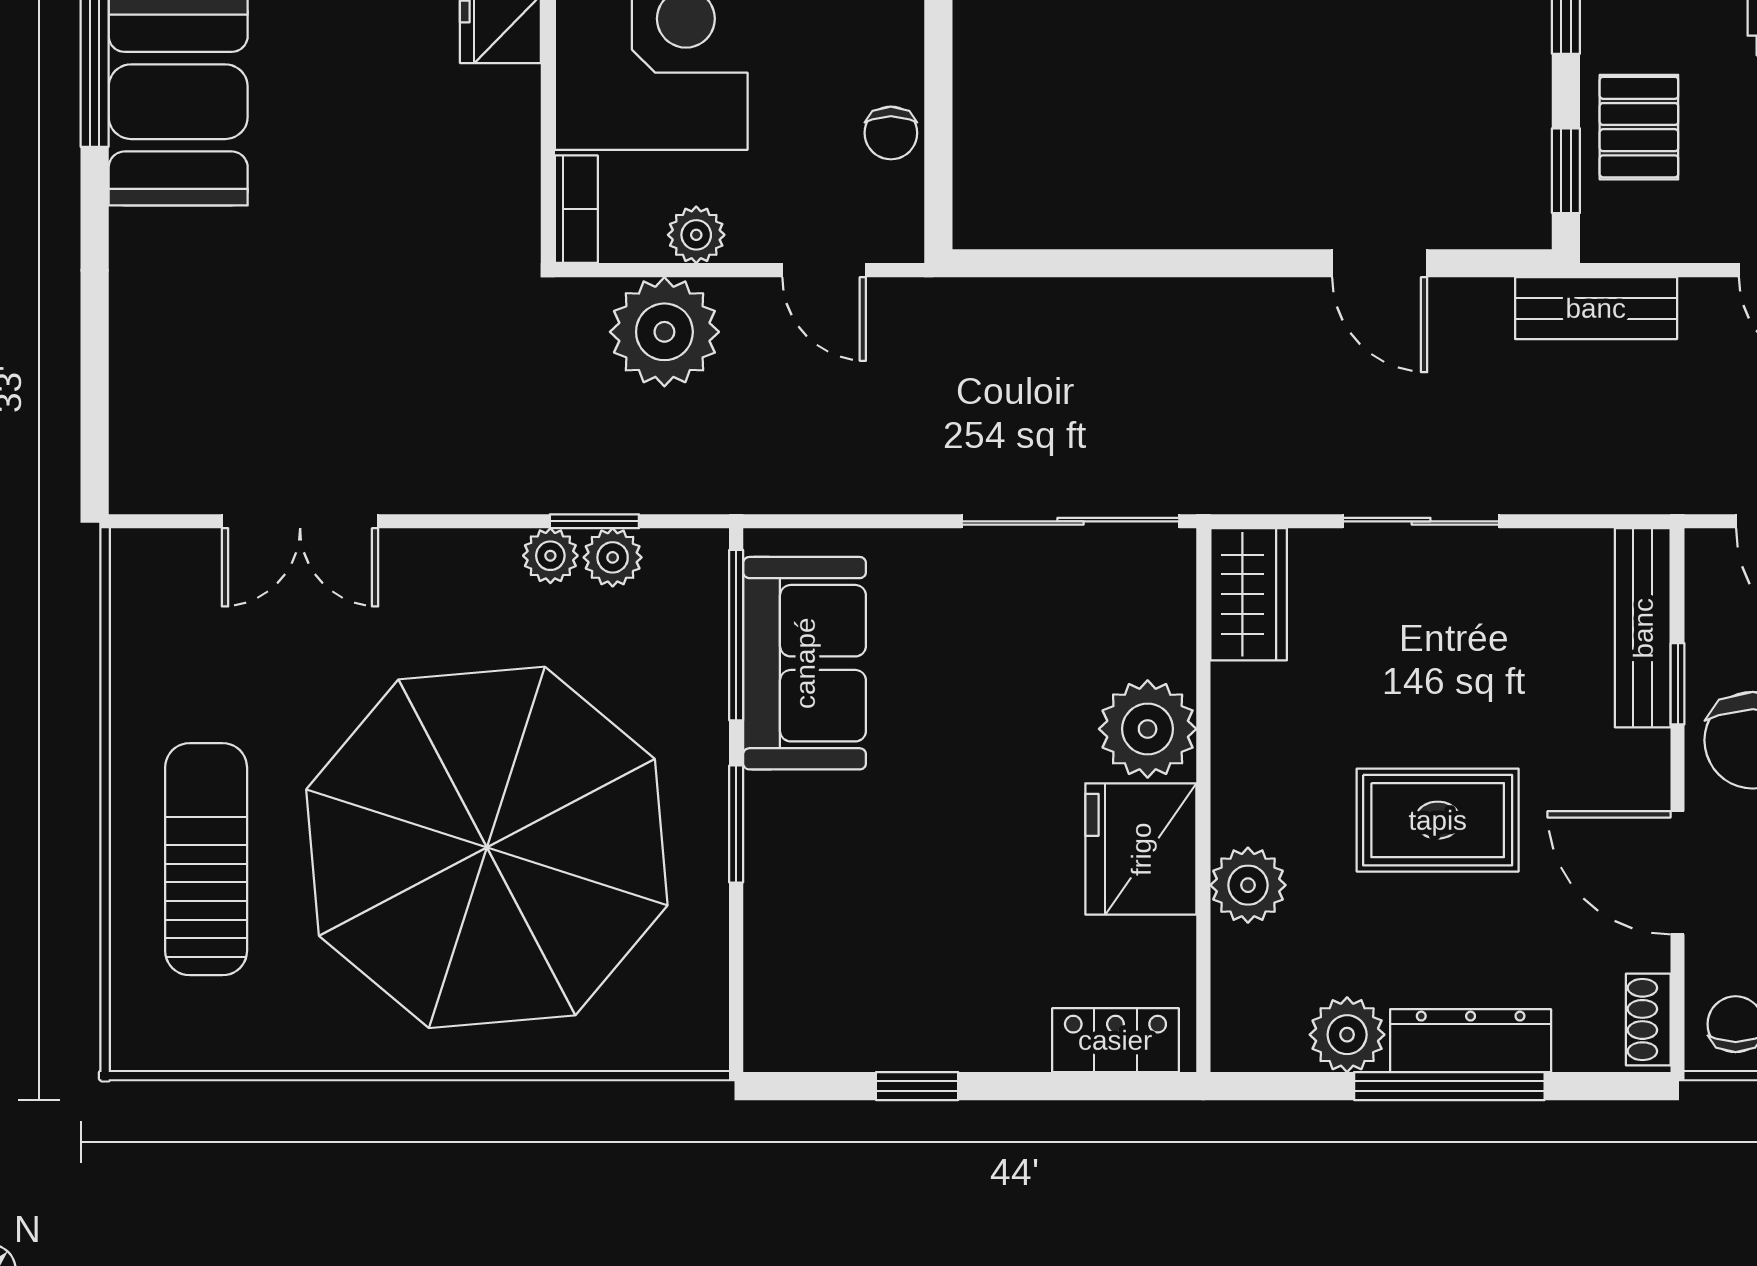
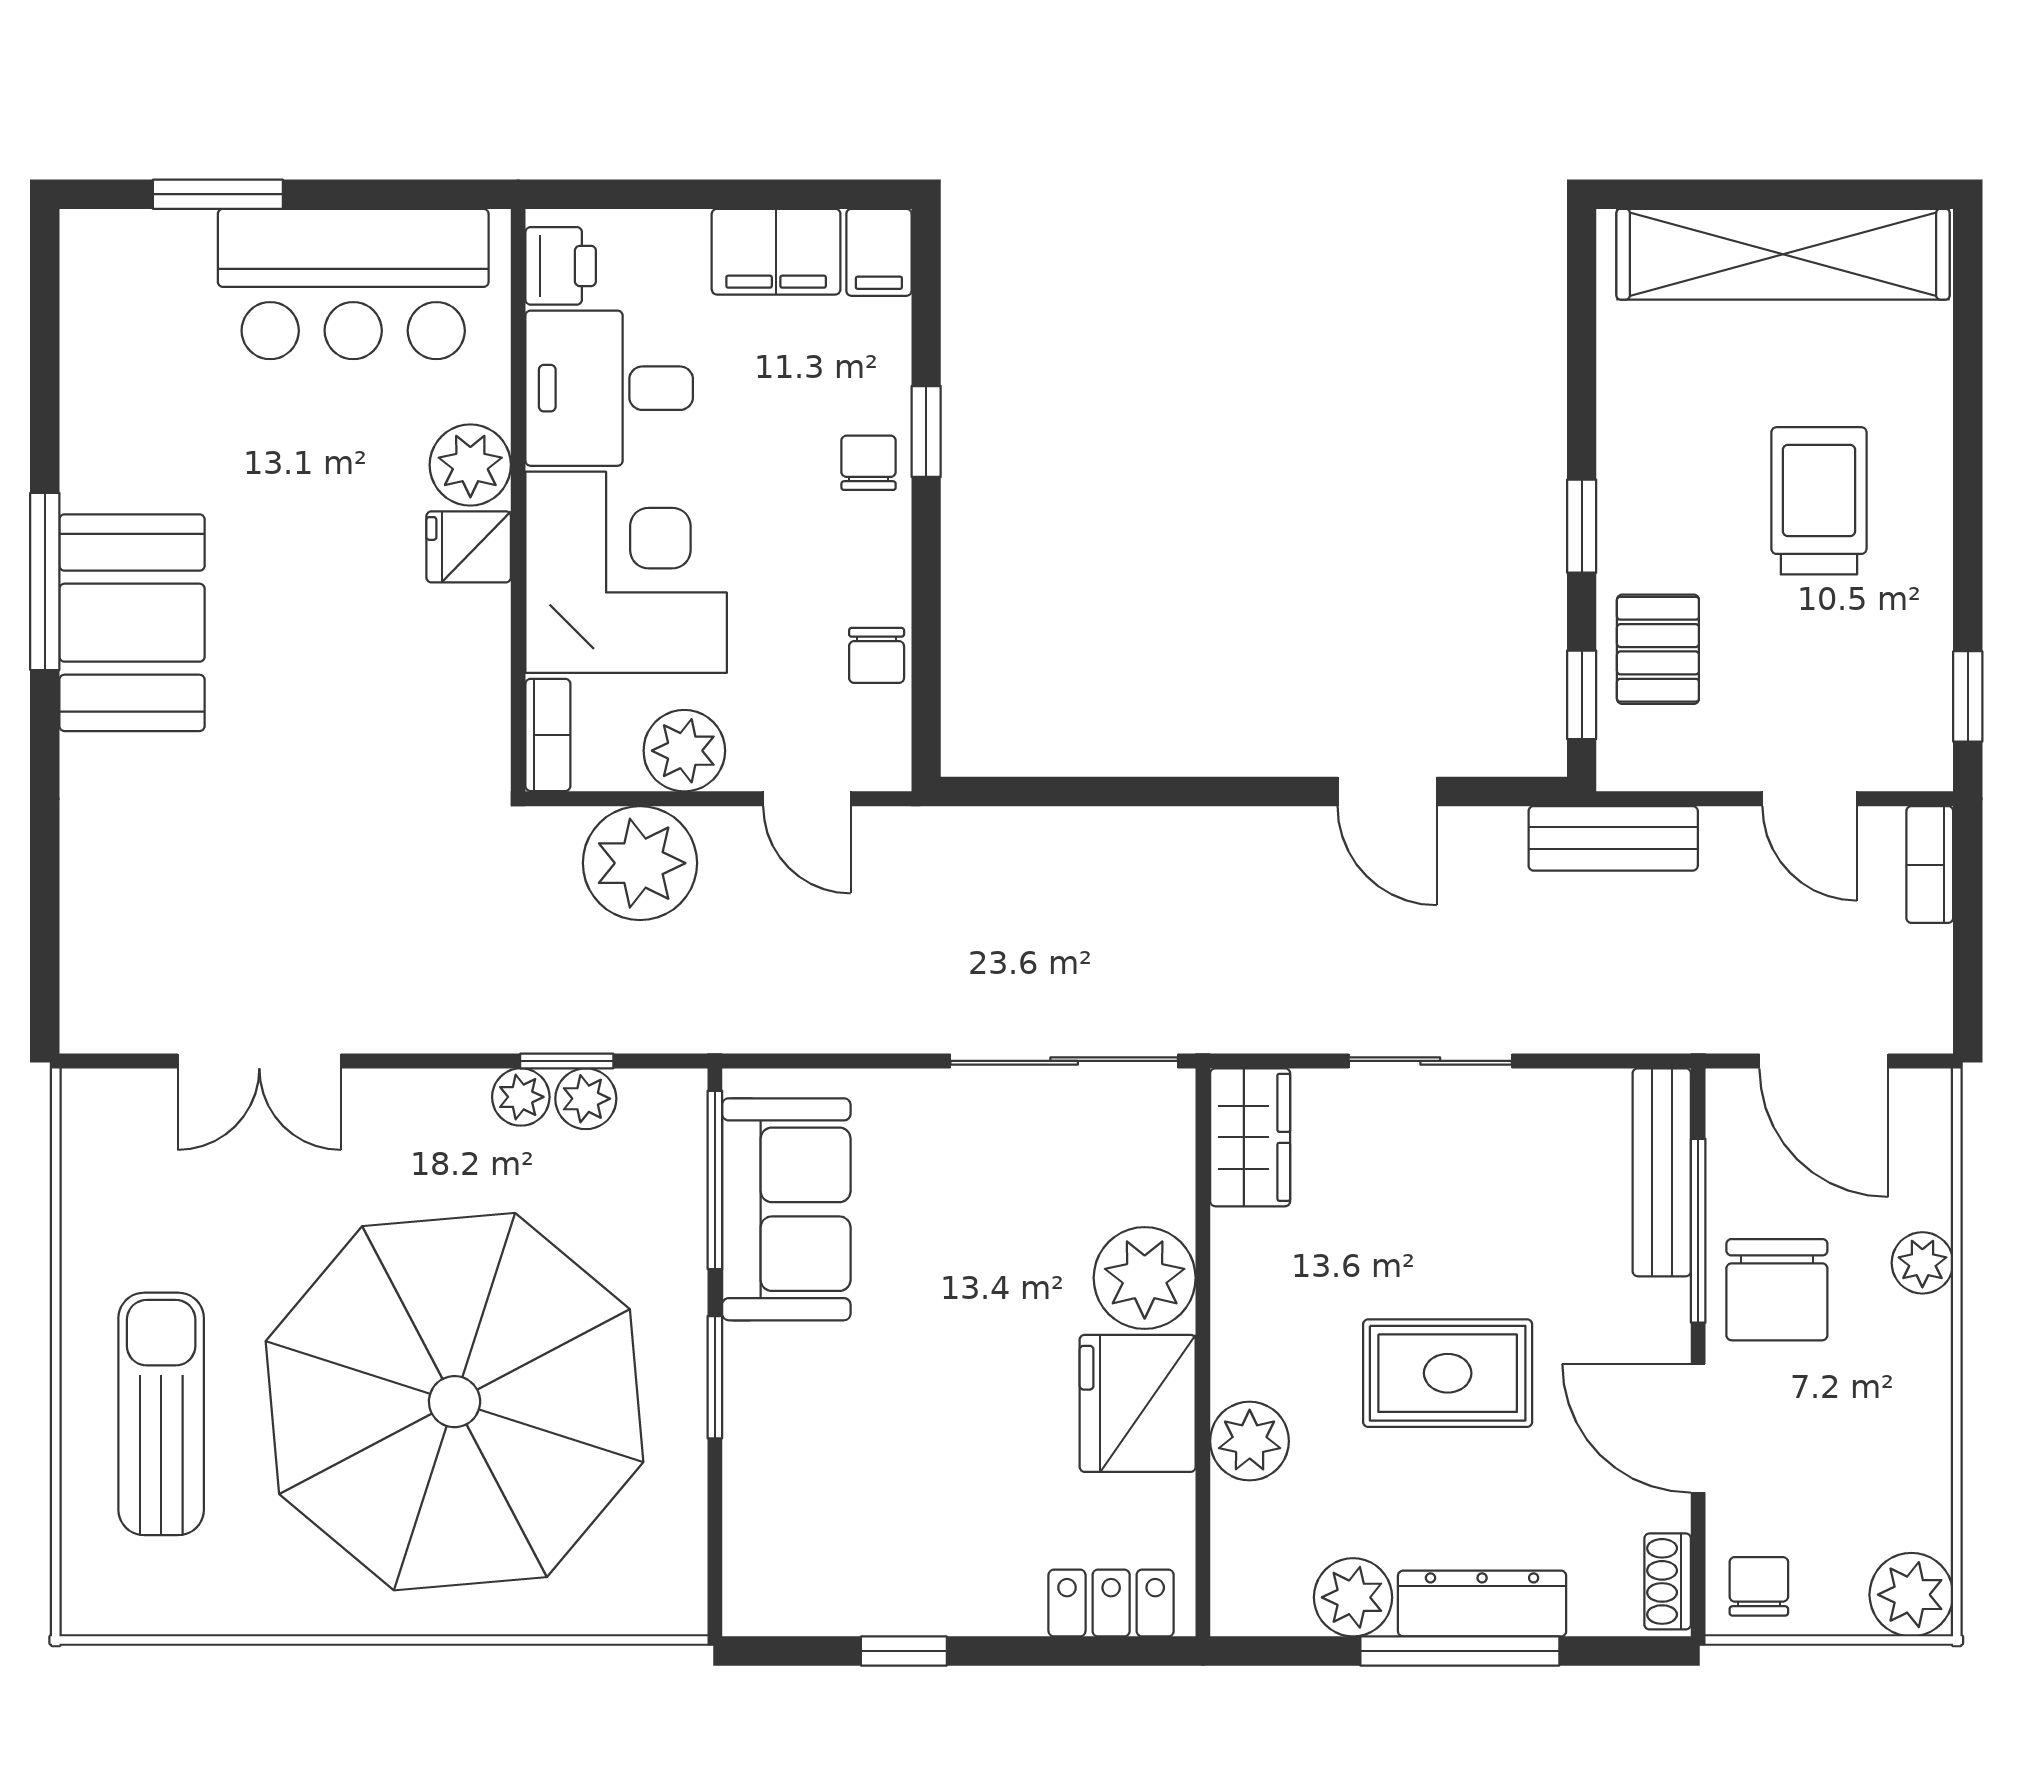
plant: (696, 235) -> (684, 751), width x1.38, depth x1.38
window: (1678, 684) -> (1698, 1231), width x2.17

